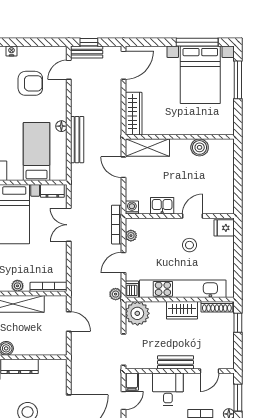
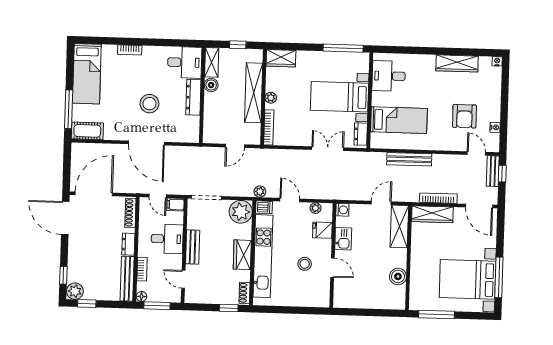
nightstand: (12, 51) -> (495, 127), moved
window: (238, 80) -> (437, 315), moved
floor lamp: (61, 126) -> (422, 145), removed
bookcase: (117, 225) -> (438, 198), moved
fridge: (224, 228) -> (322, 230), moved, turned -90
shoe rack: (217, 307) -> (245, 293), width x0.70

